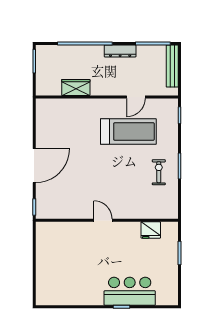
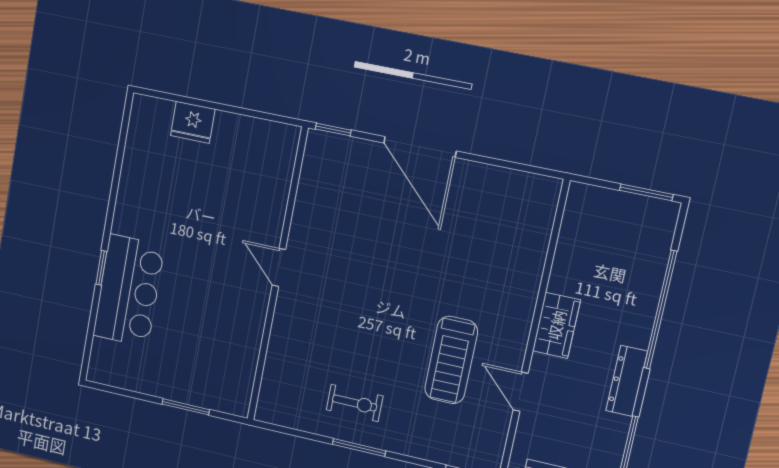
wardrobe: (76, 87) -> (556, 325), moved
treadmill: (128, 131) -> (451, 360), width x0.73, depth x0.73
door: (103, 220) -> (279, 268), swing flipped
fridge: (151, 230) -> (193, 122), moved, turned -90

